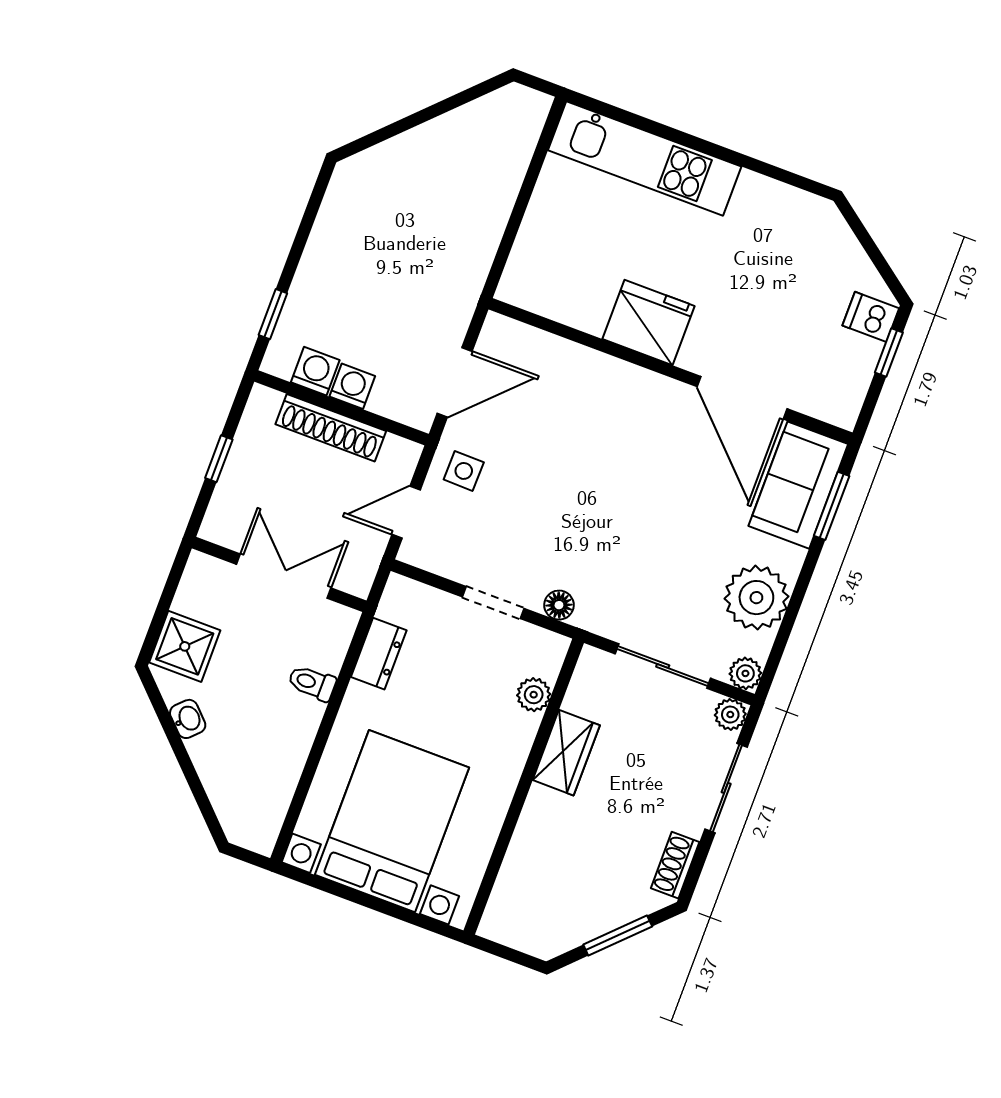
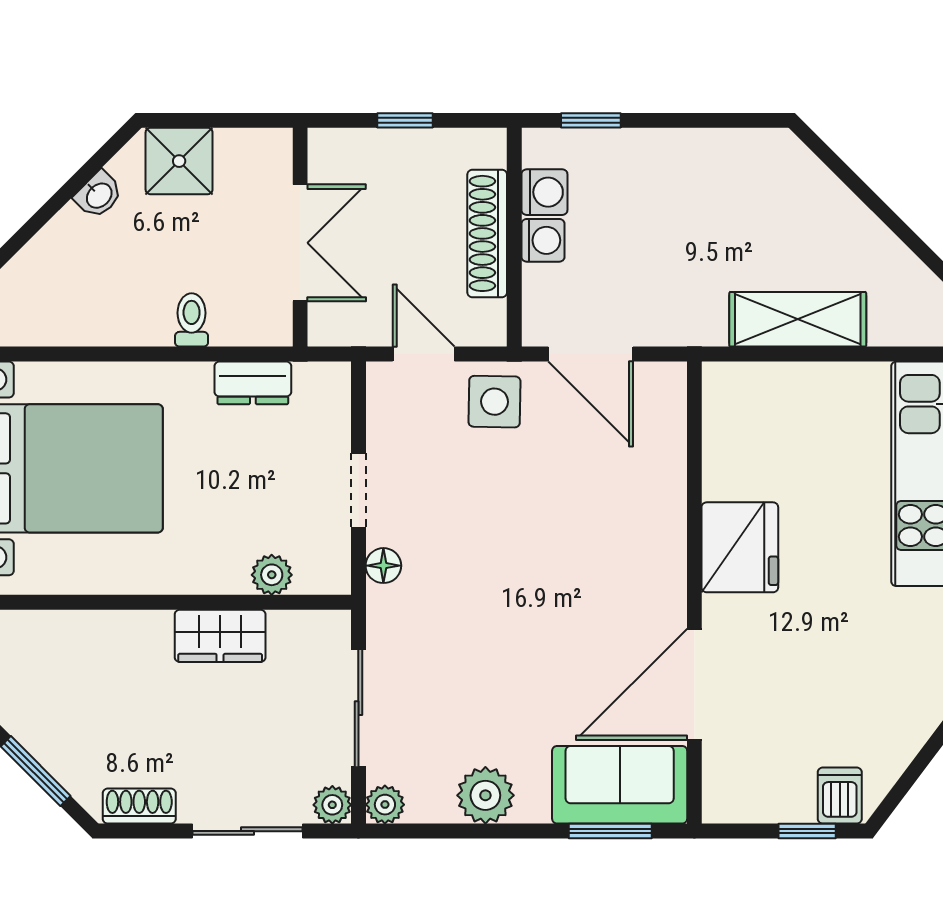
shelving: (488, 211) -> (798, 319), added
side table: (464, 471) -> (494, 402), width x1.37, depth x1.37
plant: (756, 598) -> (485, 795), width x0.73, depth x0.73

